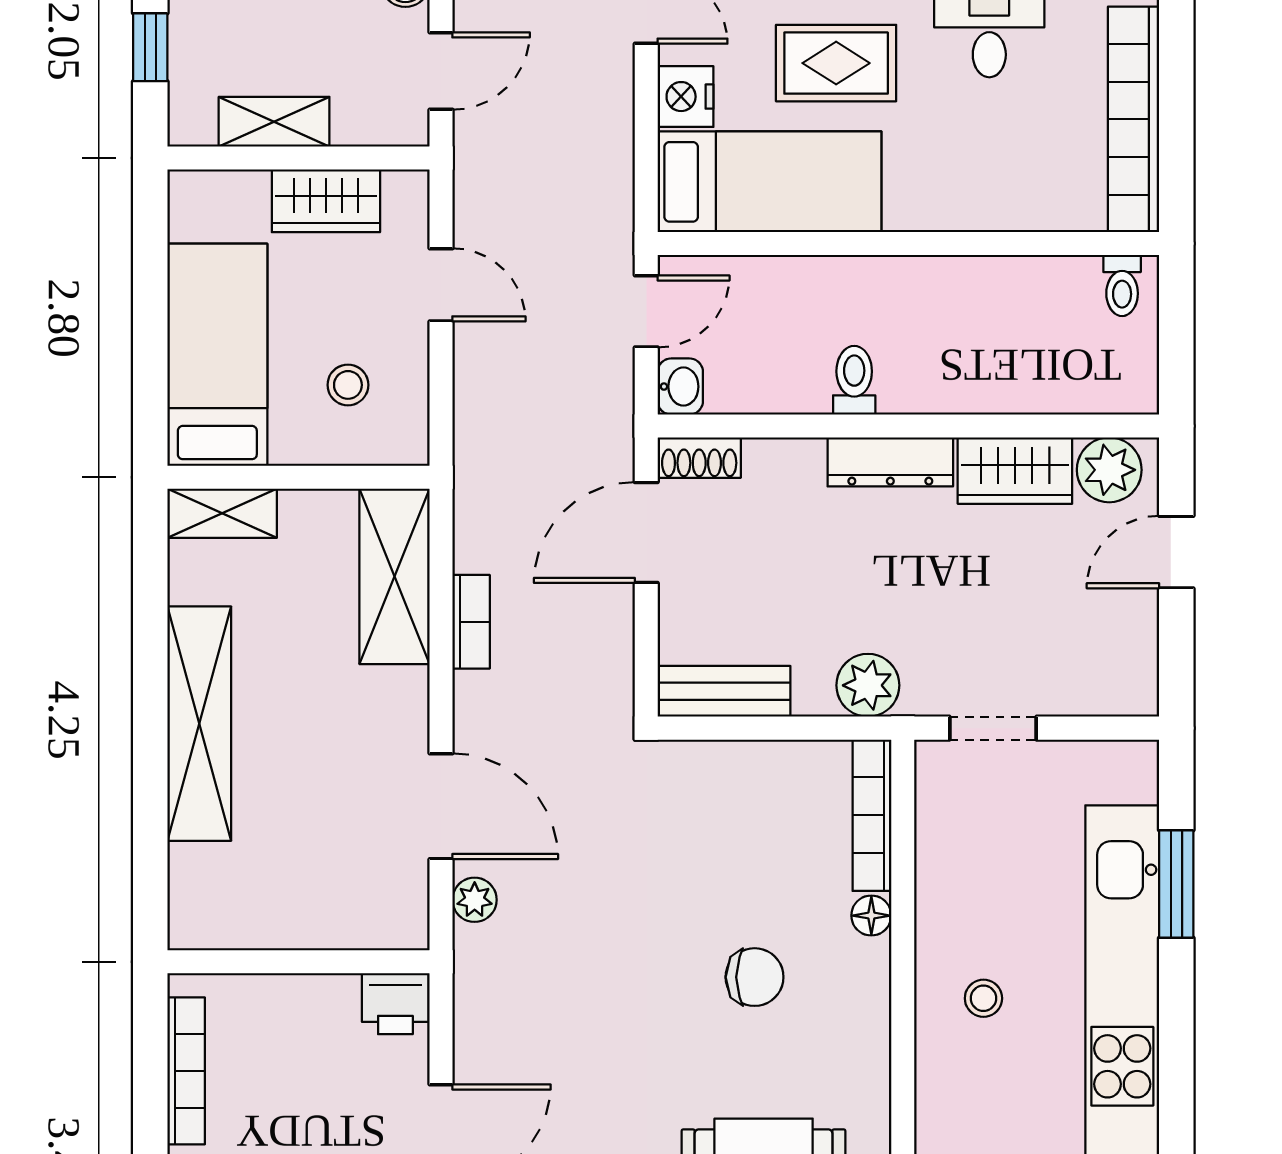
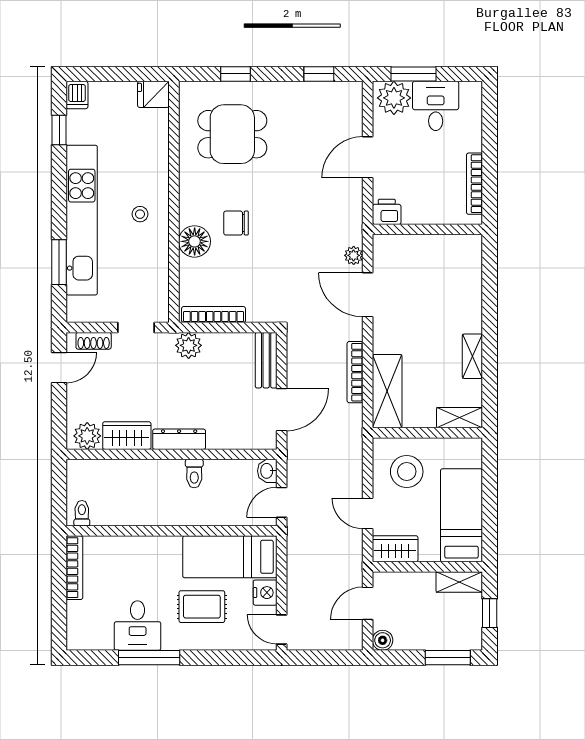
bookcase: (1134, 119) -> (74, 568), width x0.68, depth x0.76
shelving: (274, 122) -> (459, 582), moved
wardrobe: (326, 201) -> (395, 549), moved
bed: (217, 355) -> (462, 515), moved, turned 180
stool: (348, 385) -> (407, 472), width x1.89, depth x1.89
shoe rack: (699, 458) -> (94, 341), moved, turned 180
door: (1176, 552) -> (59, 368), moved
bookcase: (471, 622) -> (355, 372), width x1.56
bench: (724, 691) -> (266, 360), moved, turned 90
shelving: (199, 724) -> (472, 356), width x0.45, depth x0.75
bookcase: (872, 815) -> (214, 315), moved, turned -90
floor lamp: (871, 916) -> (195, 241), width x1.89, depth x1.89

